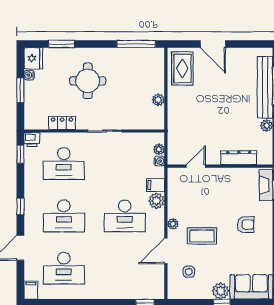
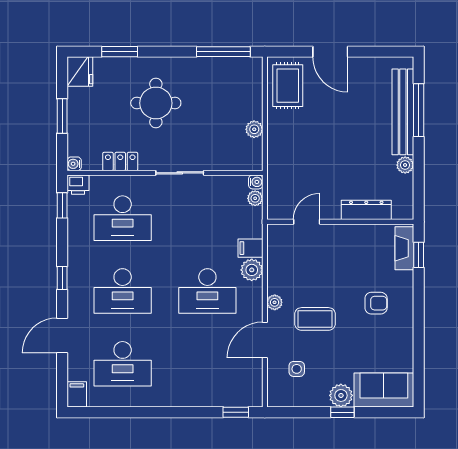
water cooler: (29, 75) -> (74, 164), moved
water cooler: (159, 161) -> (256, 182), moved

